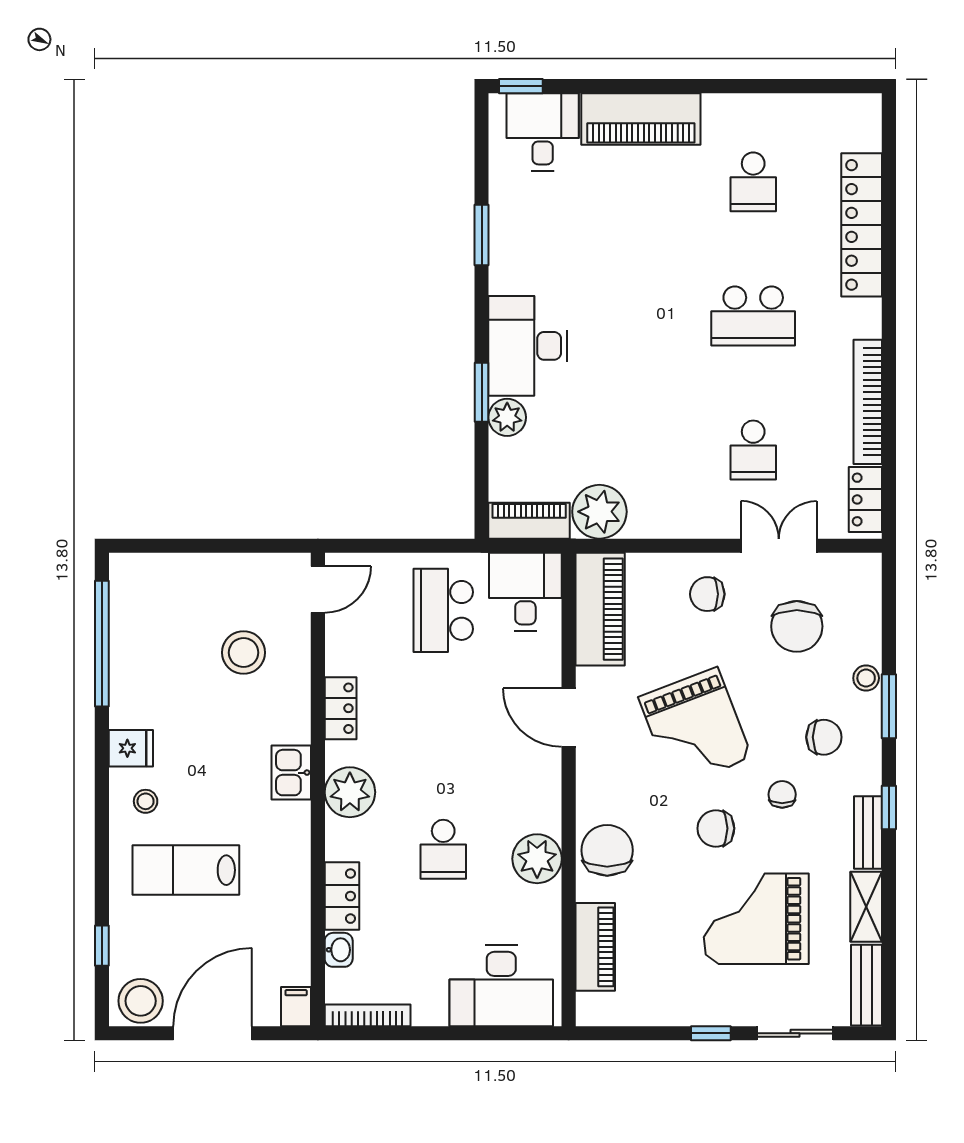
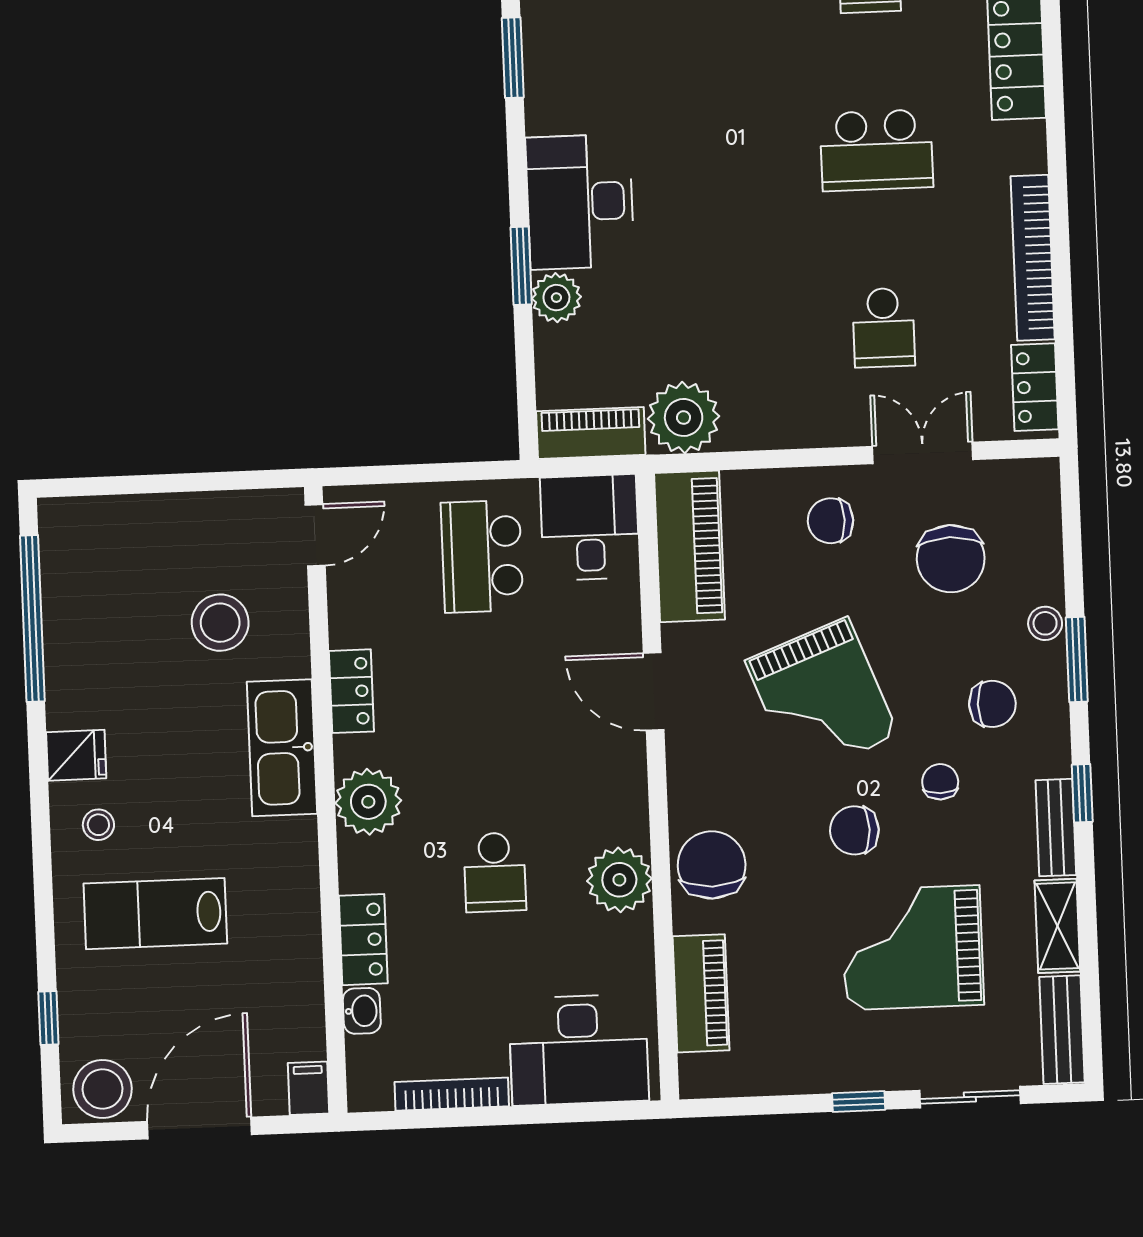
kitchen sink: (291, 773) -> (282, 748), width x1.88, depth x1.24
bookcase: (368, 1015) -> (452, 1094), moved

